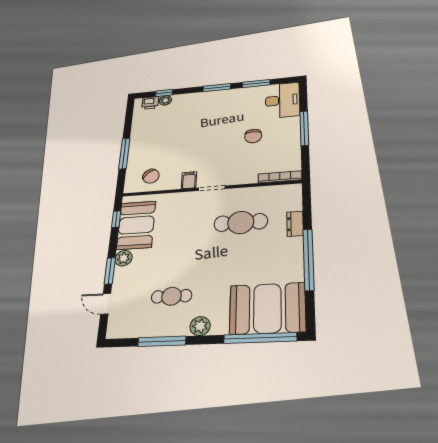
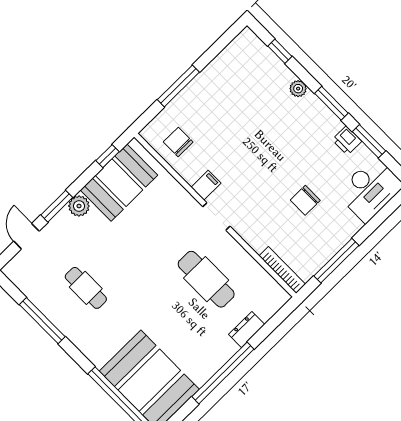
plant: (165, 100) -> (298, 89), moved
printer: (150, 103) -> (347, 140), moved
window: (304, 128) -> (336, 261), moved
chair: (151, 176) -> (178, 142), turned 130
plant: (200, 326) -> (84, 340), removed

